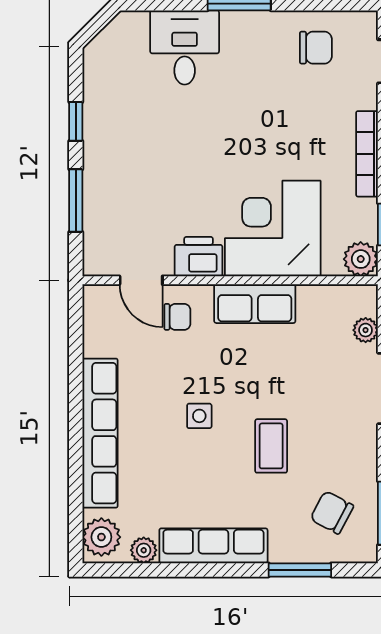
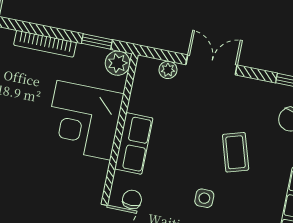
printer: (199, 257) -> (93, 176), removed
coffee table: (271, 446) -> (236, 152), turned 73

